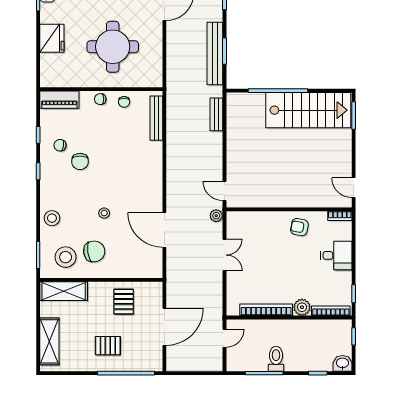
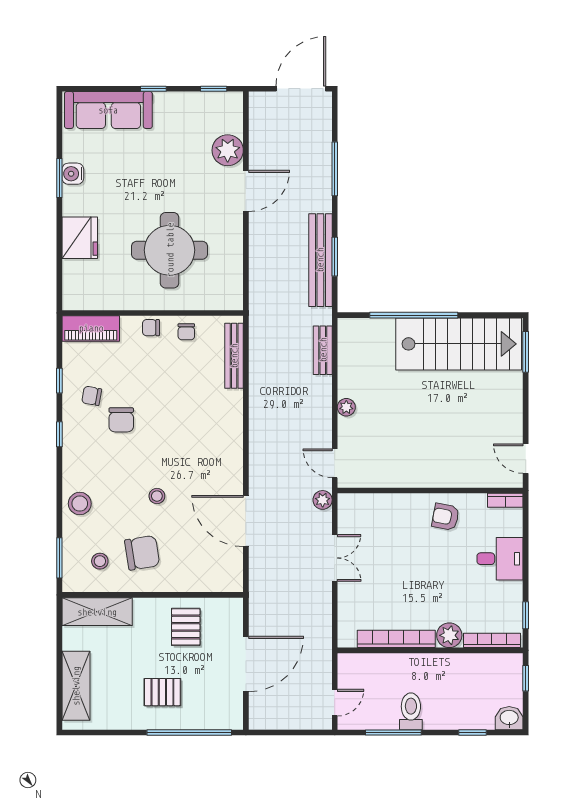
plant: (232, 153) -> (346, 407), added
stool: (66, 257) -> (100, 561), width x0.53, depth x0.53
door: (224, 338) -> (335, 703), moved

